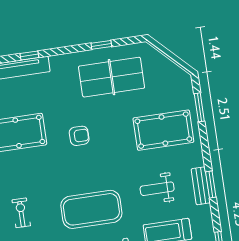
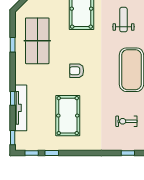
armchair: (79, 136) -> (77, 71), turned -90
weight bench: (157, 189) -> (123, 20), turned 180

